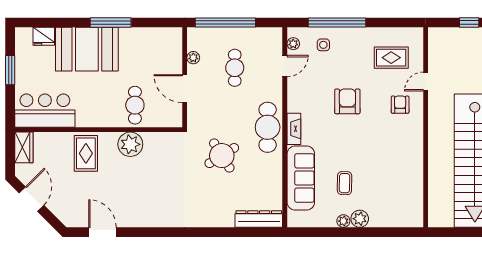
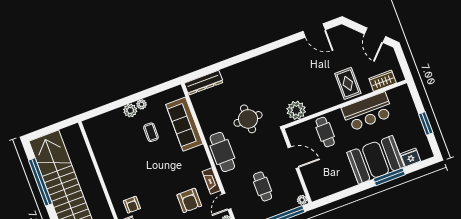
window: (111, 22) -> (389, 177), moved
plant: (193, 58) -> (302, 200), moved
armchair: (347, 101) -> (189, 200), moved
bar counter: (45, 111) -> (367, 112), moved
fireplace: (294, 129) -> (211, 181), moved
plant: (130, 144) -> (296, 110), moved
wardrobe: (24, 147) -> (383, 81), moved, turned 90
round table: (222, 156) -> (248, 119), turned 32

